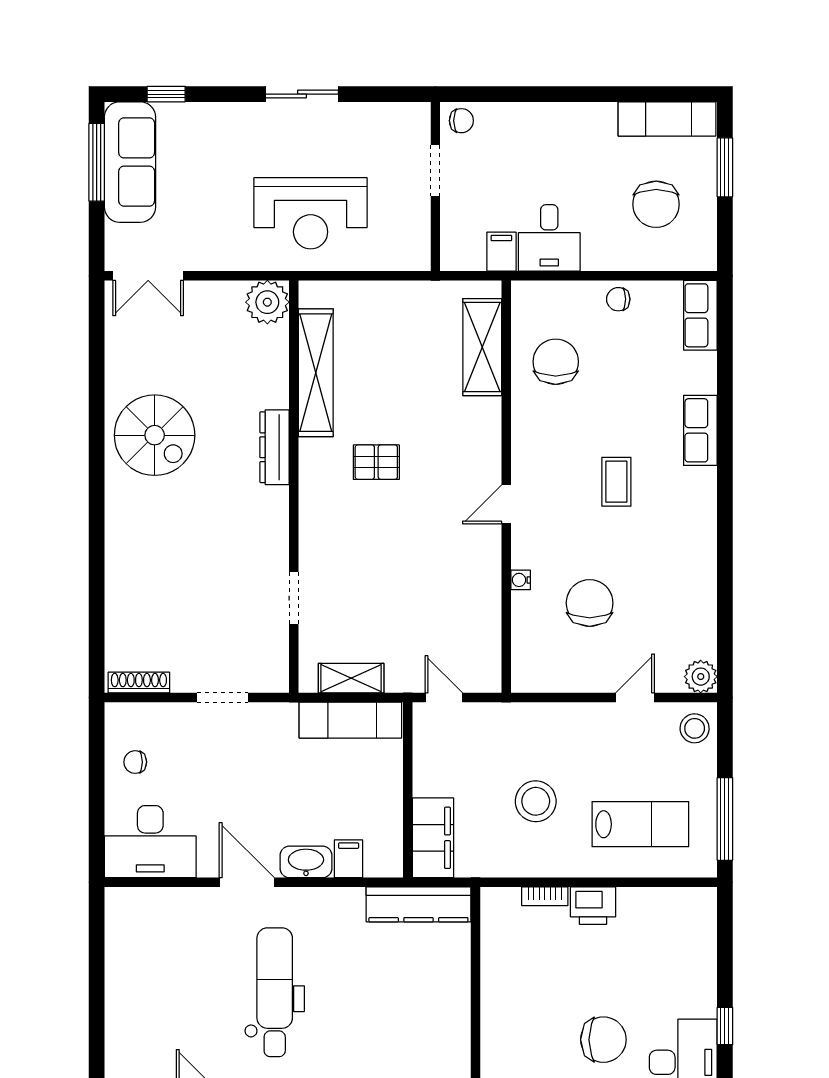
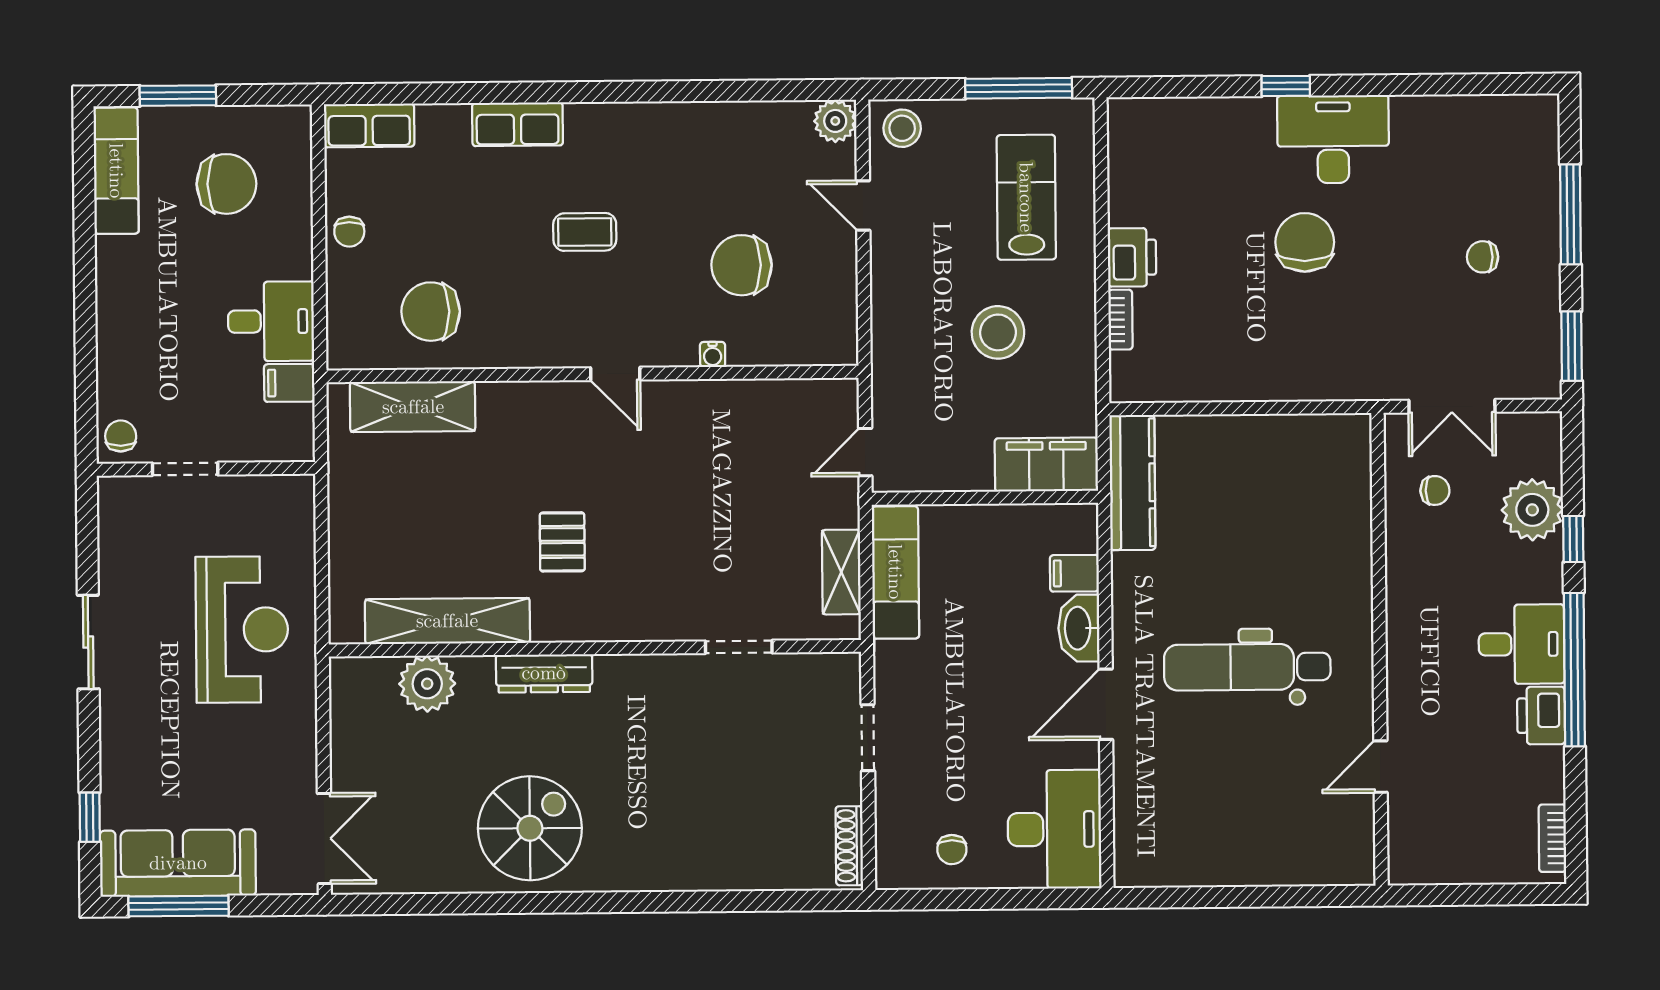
plant: (267, 302) -> (427, 684), moved

